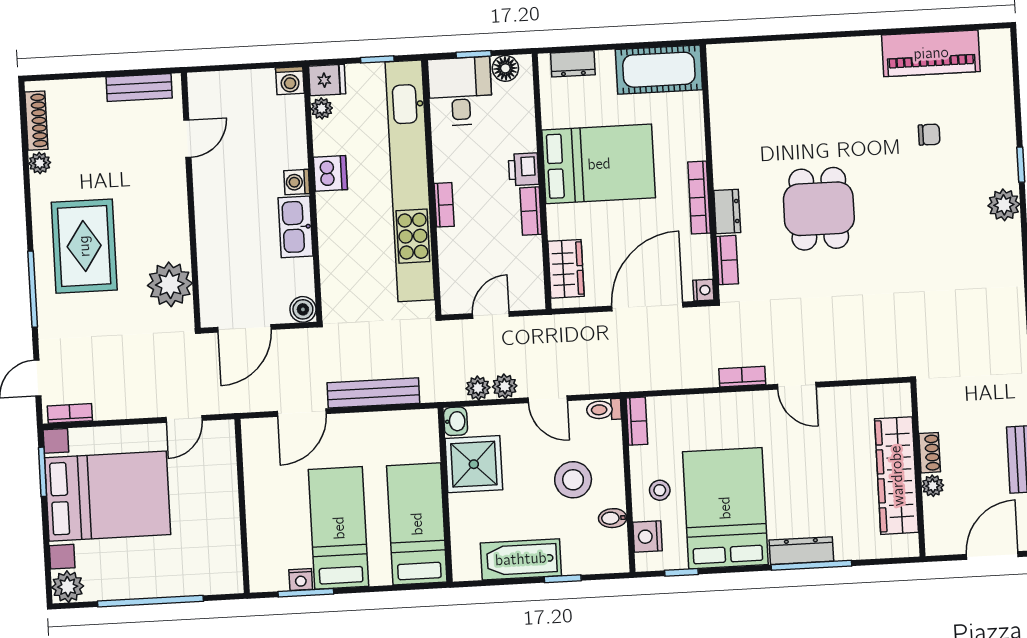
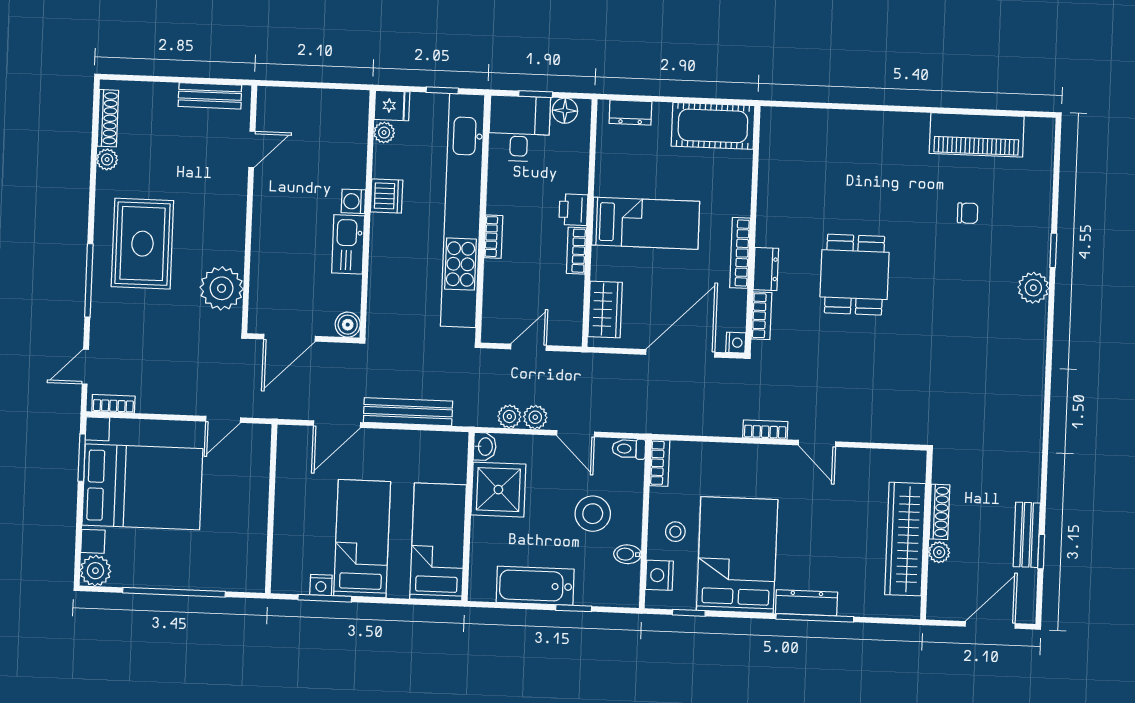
washing machine: (290, 81) -> (356, 103), removed
bed: (599, 164) -> (646, 223), width x0.67
shoe rack: (930, 453) -> (939, 512), width x1.43

